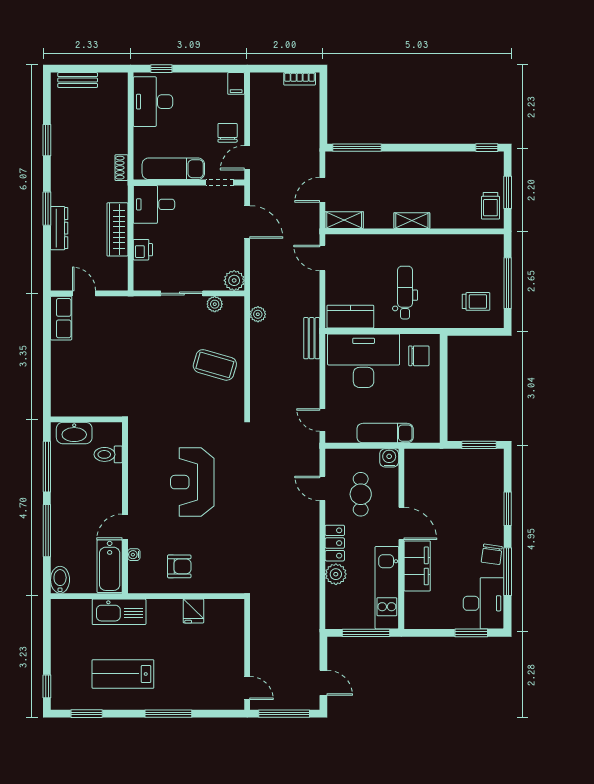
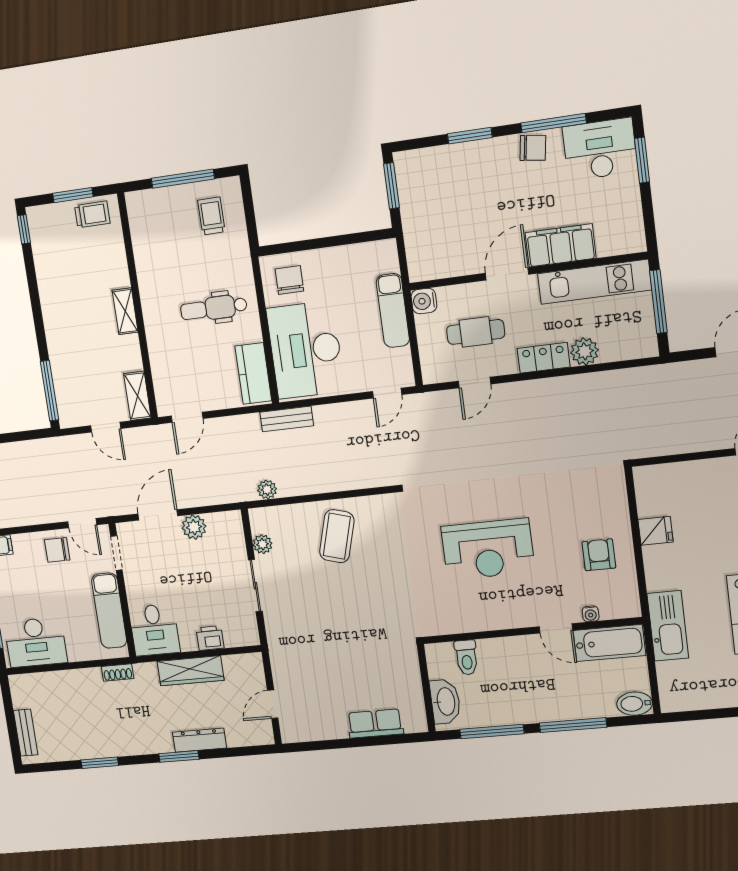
plant: (234, 280) -> (194, 527), moved
row of seats: (61, 318) -> (375, 723), moved

